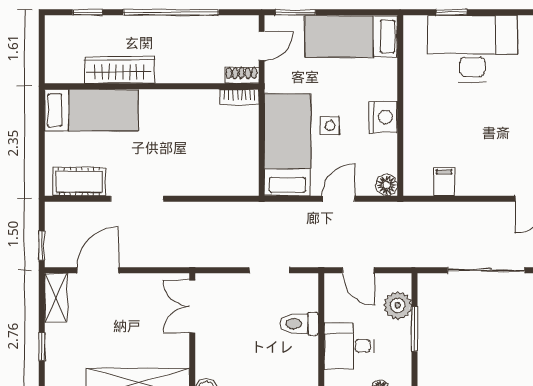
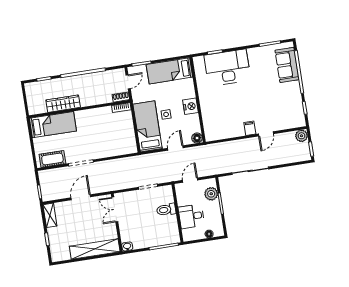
filing cabinet: (444, 182) -> (250, 128), moved
door: (98, 270) -> (81, 197), moved
door: (358, 270) -> (190, 180), swing flipped

